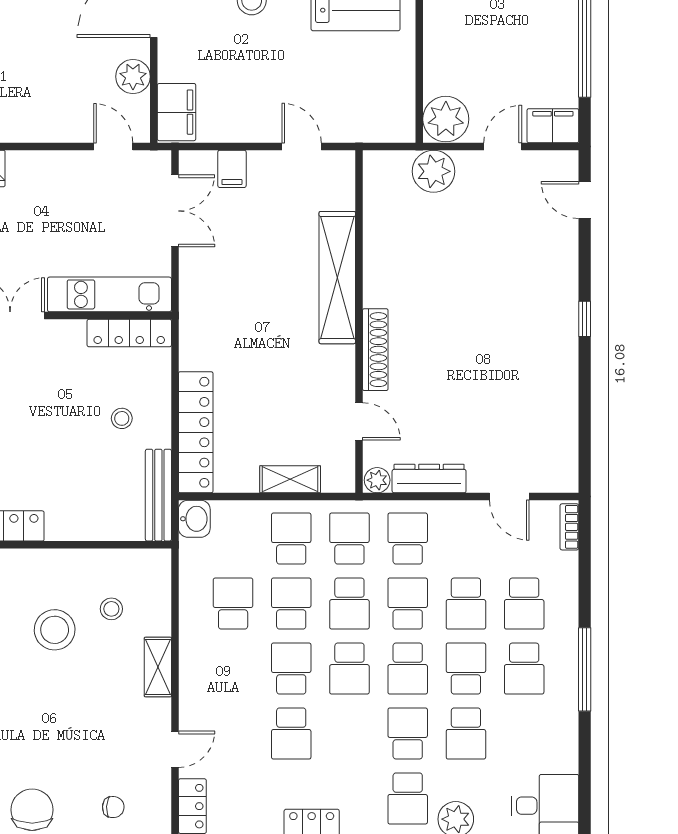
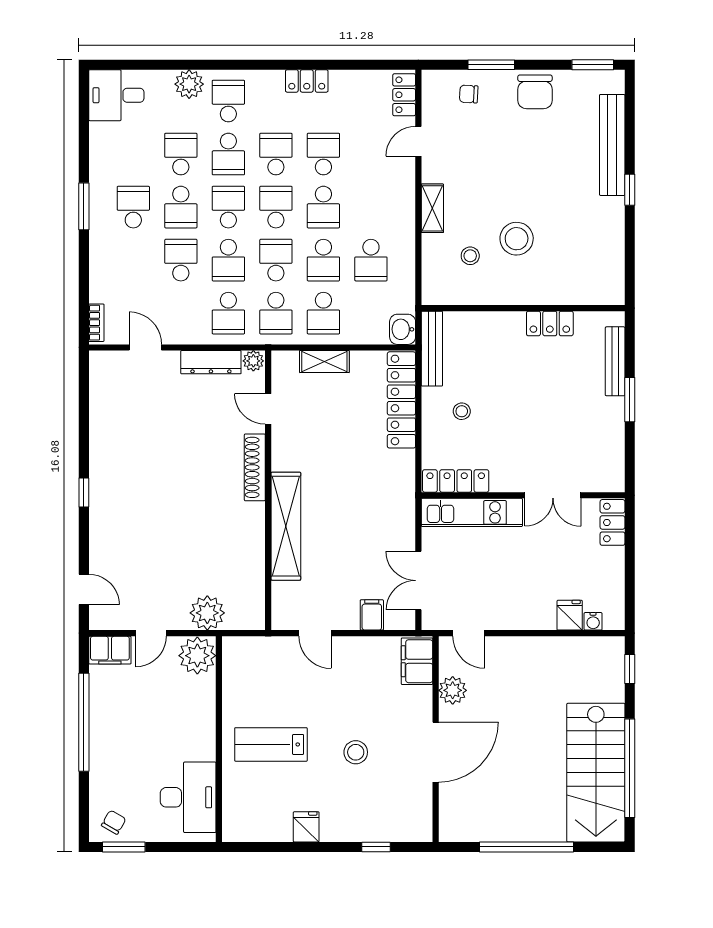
school desk: (524, 604) -> (276, 154), moved
window: (585, 669) -> (84, 206), width x0.69

